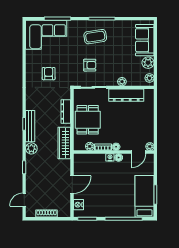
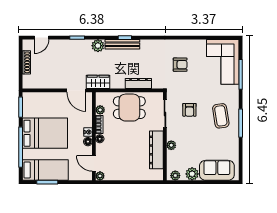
wardrobe: (64, 143) -> (98, 82), width x0.67
door: (72, 185) -> (76, 90), moved
bed: (111, 197) -> (45, 133), added
door: (24, 200) -> (42, 38), swing flipped
nightstand: (78, 205) -> (36, 97), removed

